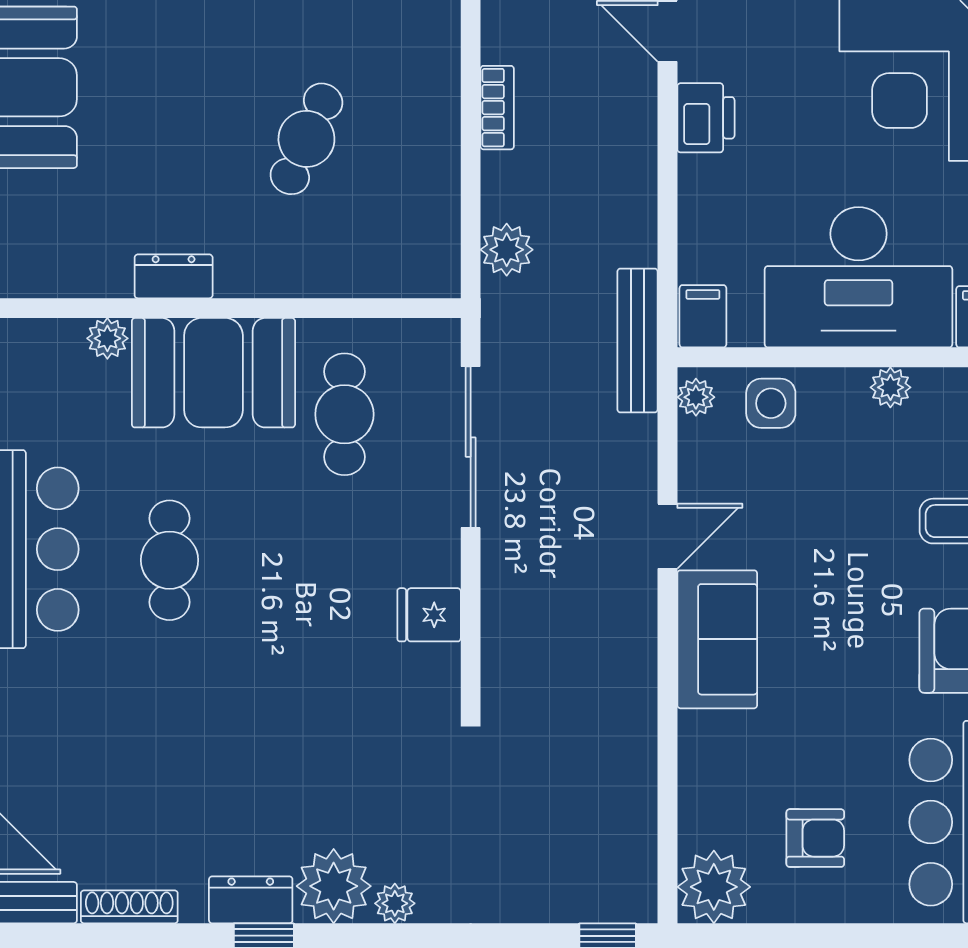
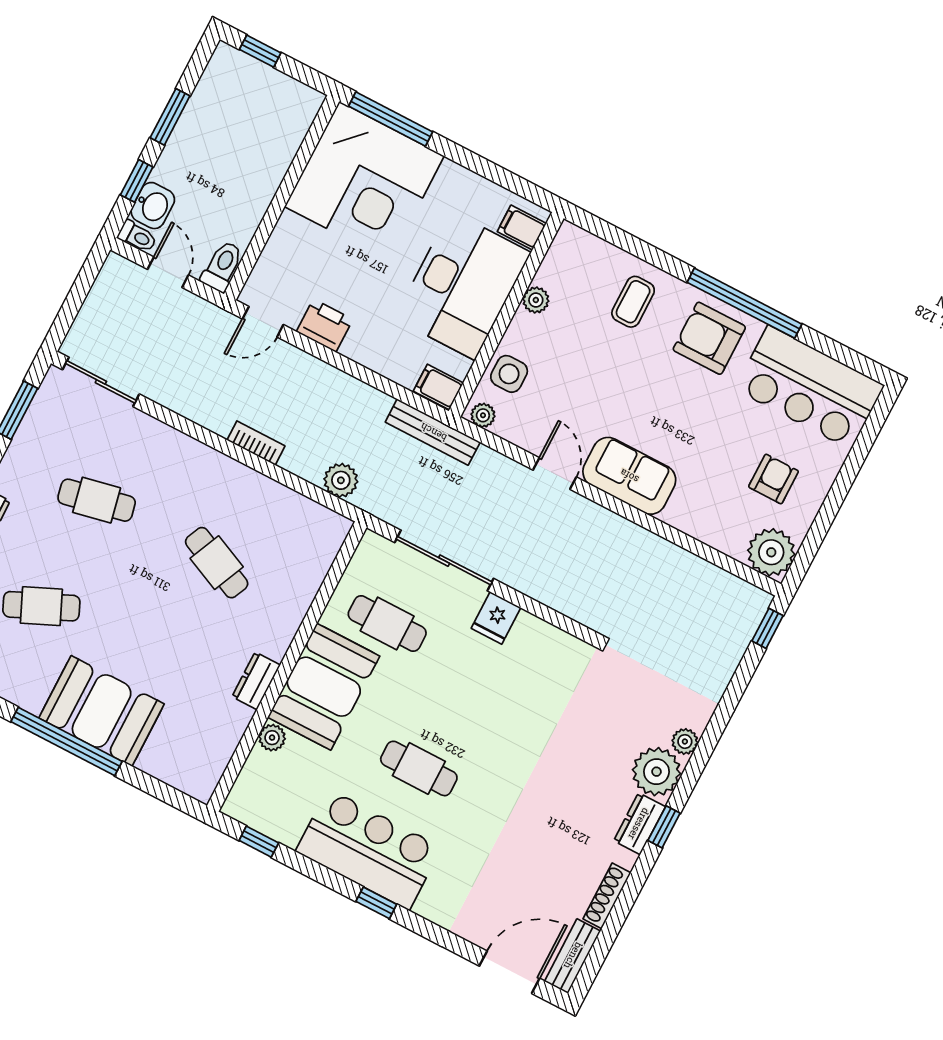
fridge: (429, 615) -> (496, 618), moved

